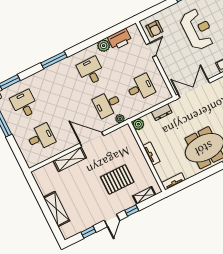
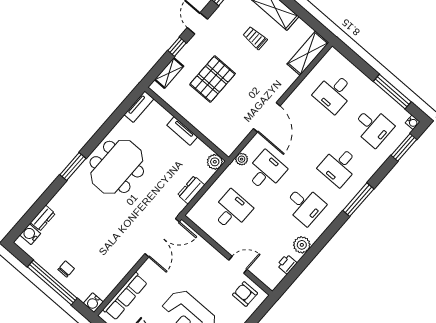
printer: (120, 39) -> (287, 264), width x0.53, depth x0.68
door: (151, 50) -> (238, 265), swing flipped
desk: (58, 88) -> (339, 166), added
desk: (141, 88) -> (232, 210), turned 180
door: (92, 139) -> (267, 117), hinge flipped
shelving: (70, 159) -> (308, 53), moved
trolley: (78, 195) -> (255, 38), added

